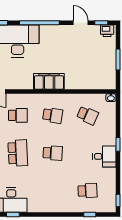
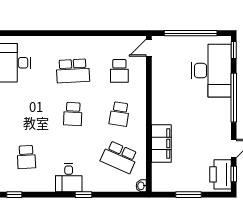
printer: (107, 31) -> (220, 174), width x1.87, depth x1.48
filing cabinet: (49, 81) -> (161, 143), moved
school desk: (88, 115) -> (119, 157), width x1.85

